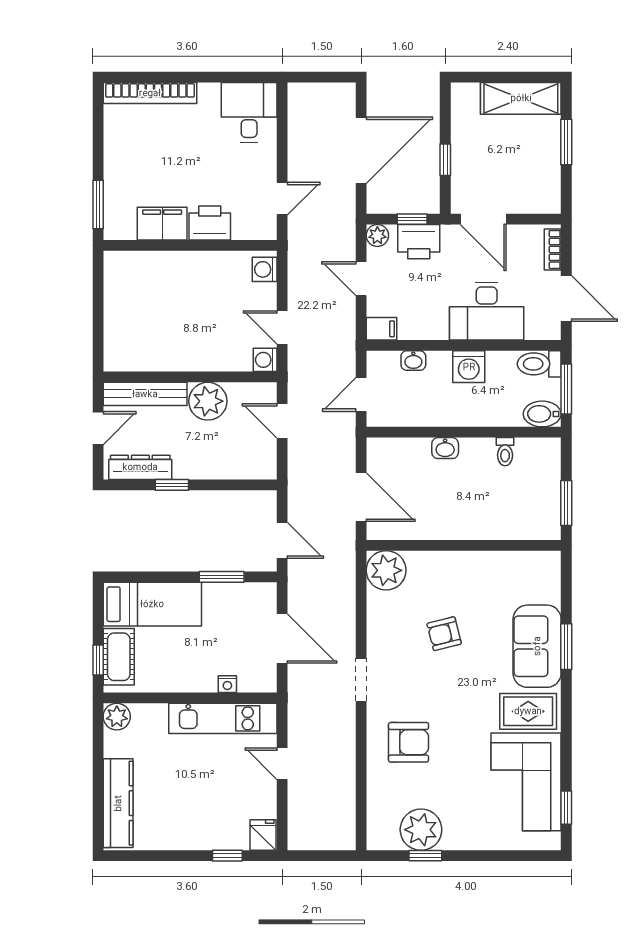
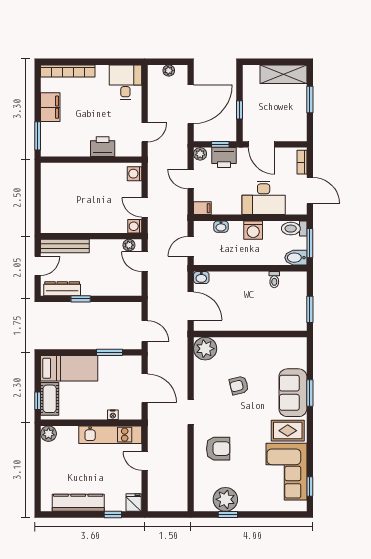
plant: (324, 92) -> (169, 71), added
filing cabinet: (162, 224) -> (50, 107), moved, turned 90
plant: (208, 401) -> (129, 245), moved, width x0.53, depth x0.53
washbasin: (445, 448) -> (201, 278), moved
kitchen counter: (118, 803) -> (78, 503), moved, turned -90

